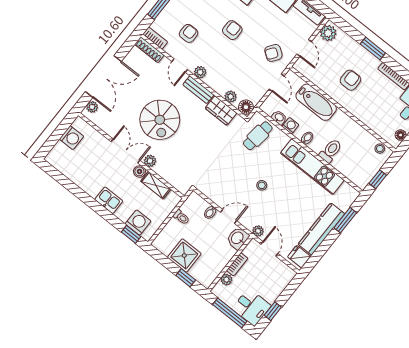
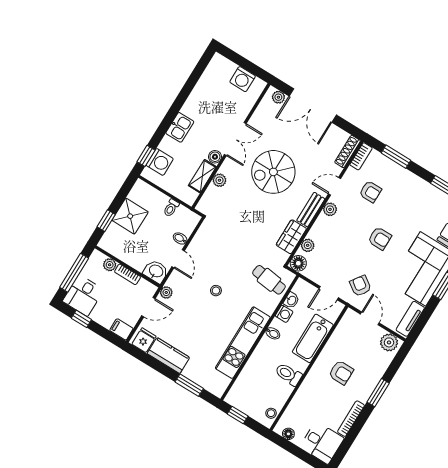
door: (304, 48) -> (370, 318), swing flipped
toilet: (331, 151) -> (288, 374), moved, turned 180
plant: (150, 161) -> (219, 180), moved
kitchen counter: (321, 229) -> (168, 356), width x0.67
filing cabinet: (287, 276) -> (121, 329), added

